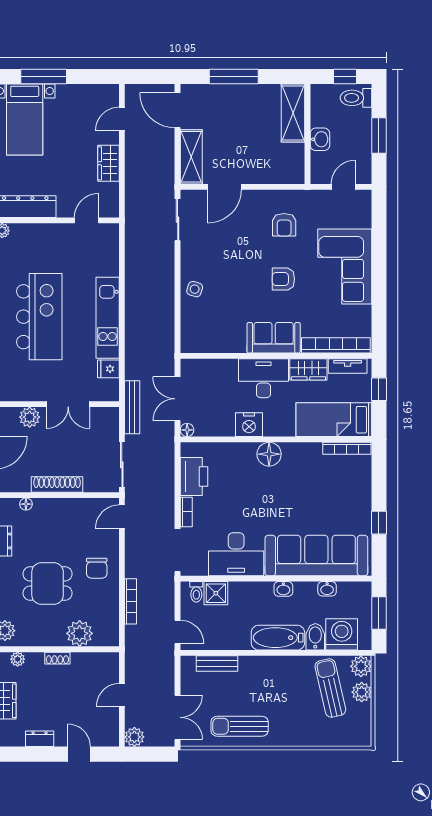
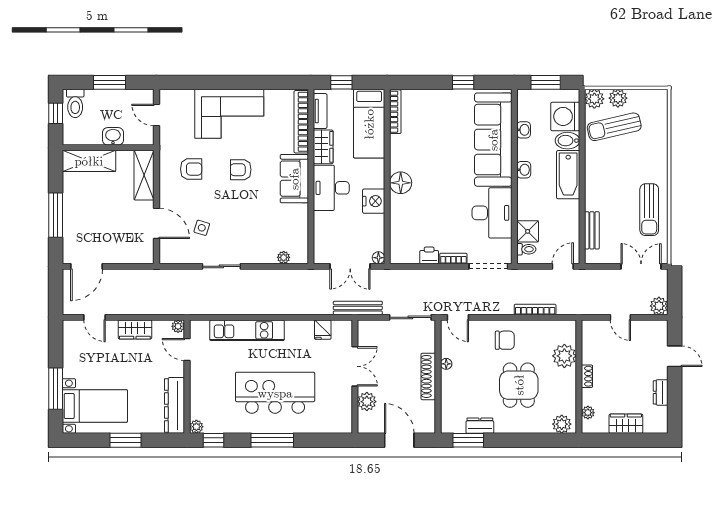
shelving: (191, 157) -> (144, 175), moved, turned 90
plant: (112, 211) -> (178, 326), added
sliding door: (178, 220) -> (221, 266), moved
armchair: (283, 279) -> (241, 170), turned 90
side table: (195, 289) -> (202, 228), moved
kitchen unit: (108, 318) -> (247, 330), moved
plant: (187, 326) -> (284, 257), added
printer: (194, 477) -> (429, 255), width x0.53, depth x0.68
floor lamp: (26, 504) -> (446, 364), moved
door: (79, 754) -> (675, 356), swing flipped

